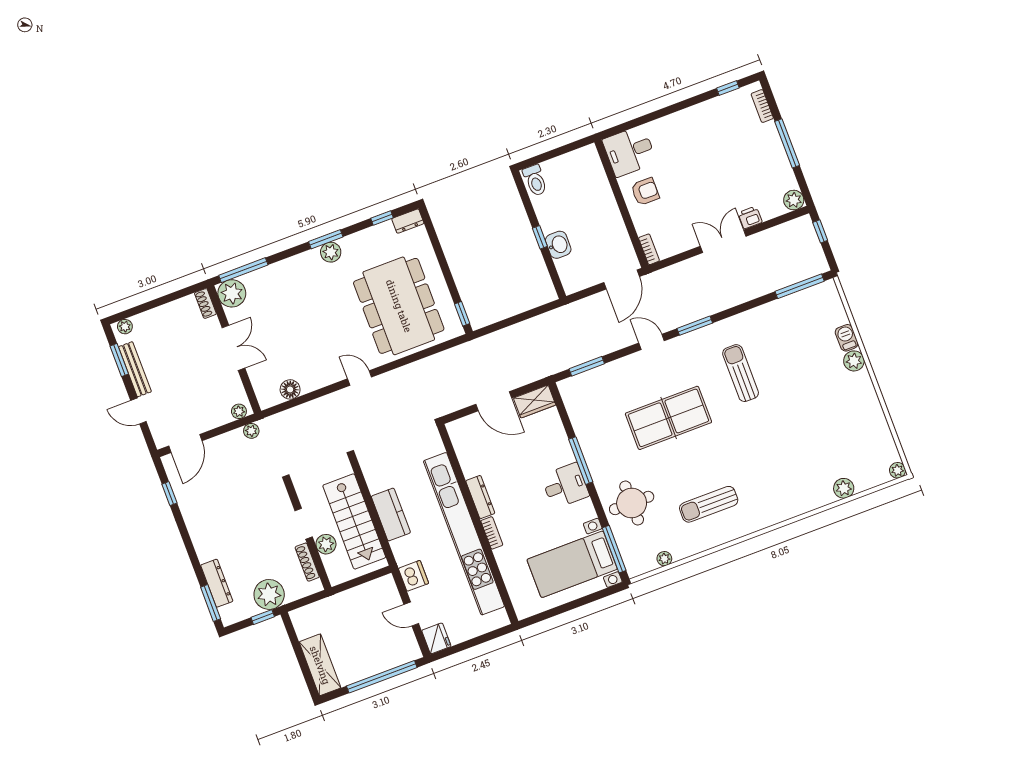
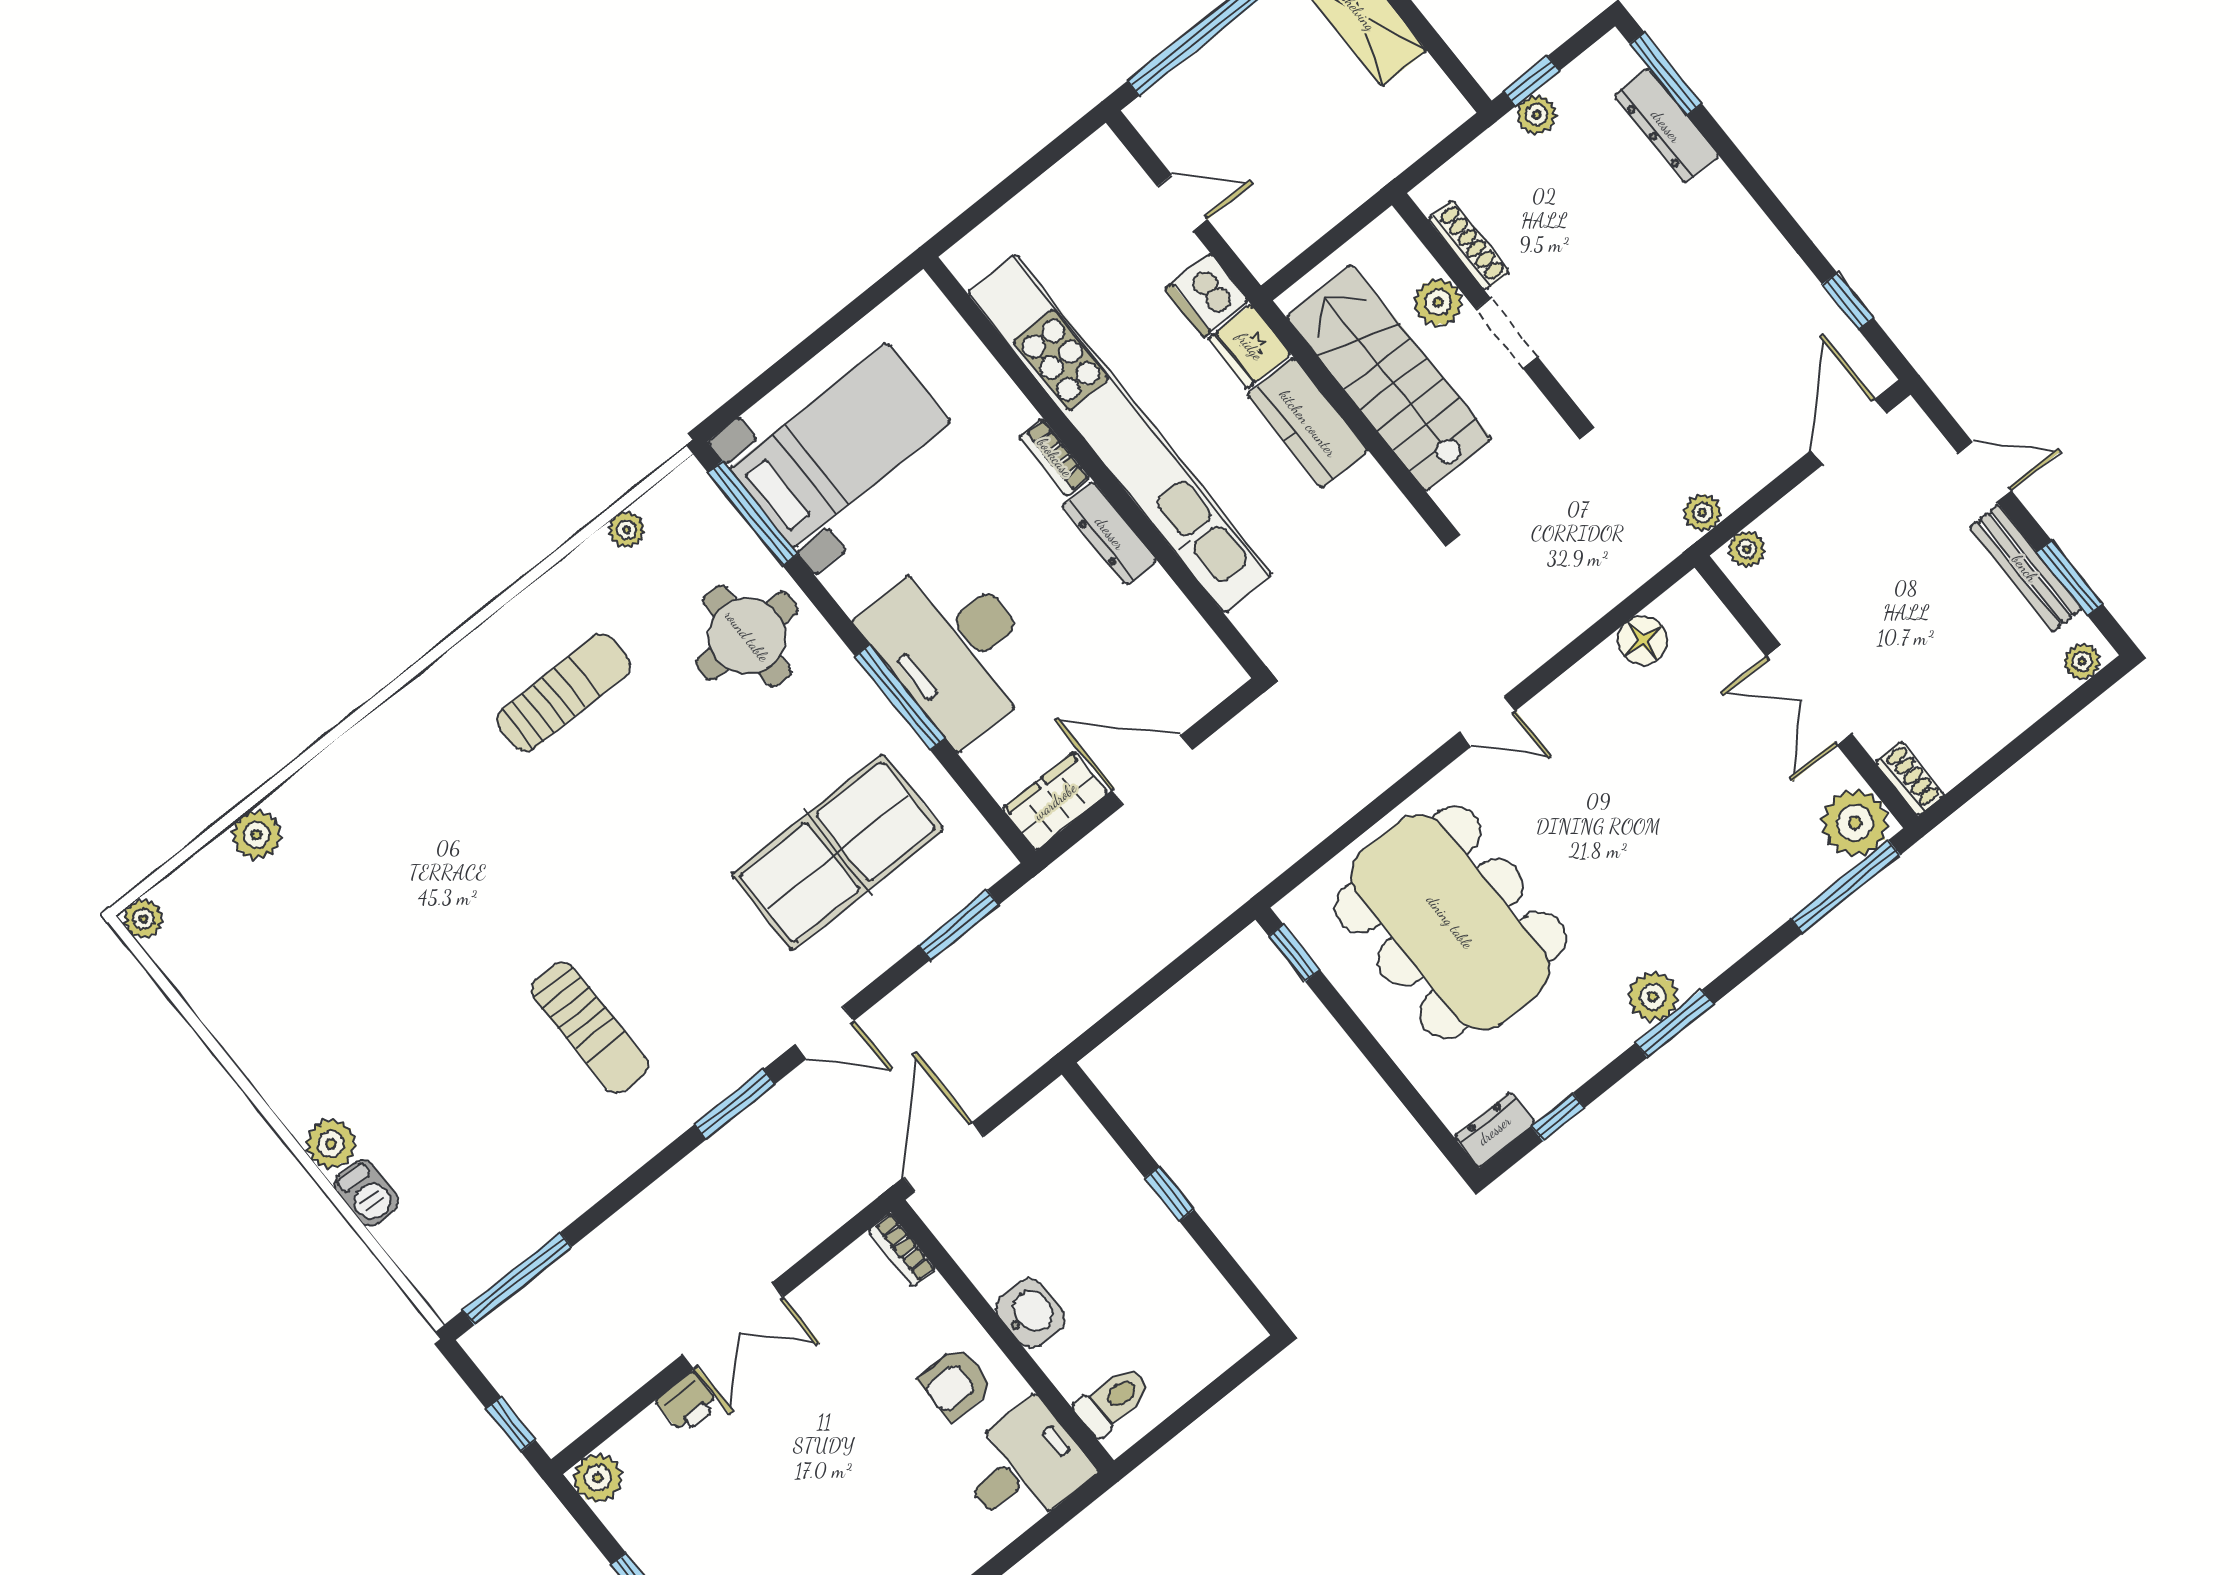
toilet: (535, 180) -> (1113, 1400), moved, turned 90
washbasin: (558, 245) -> (1030, 1313), moved, turned 180
table tennis table: (668, 418) -> (837, 852), moved
desk: (565, 486) -> (954, 647), width x1.87, depth x1.30
plant: (269, 594) -> (1537, 115), width x0.53, depth x0.53
fridge: (436, 638) -> (1250, 346), moved

